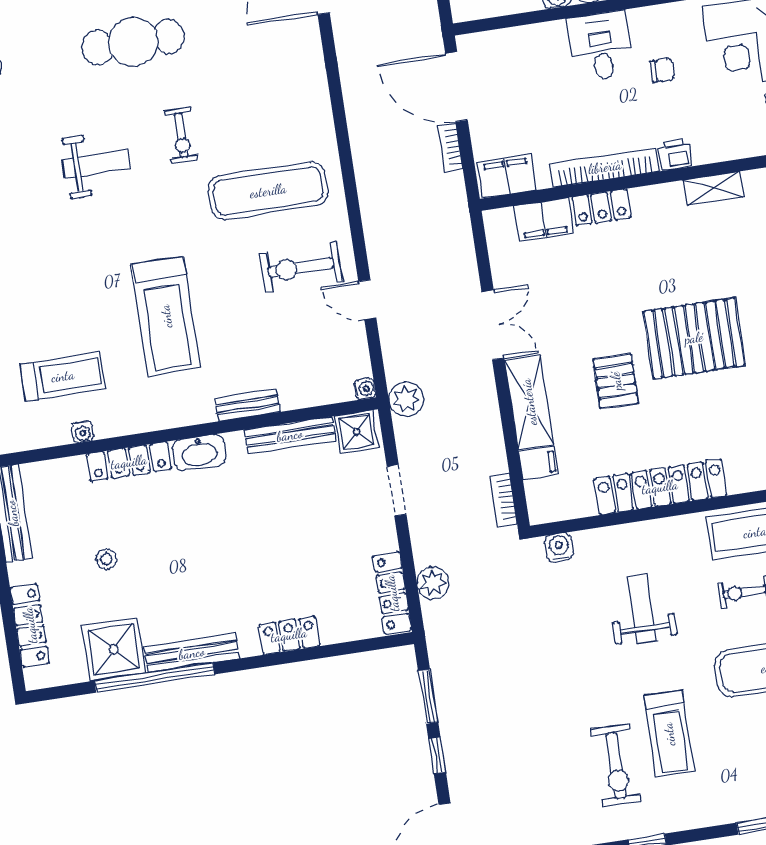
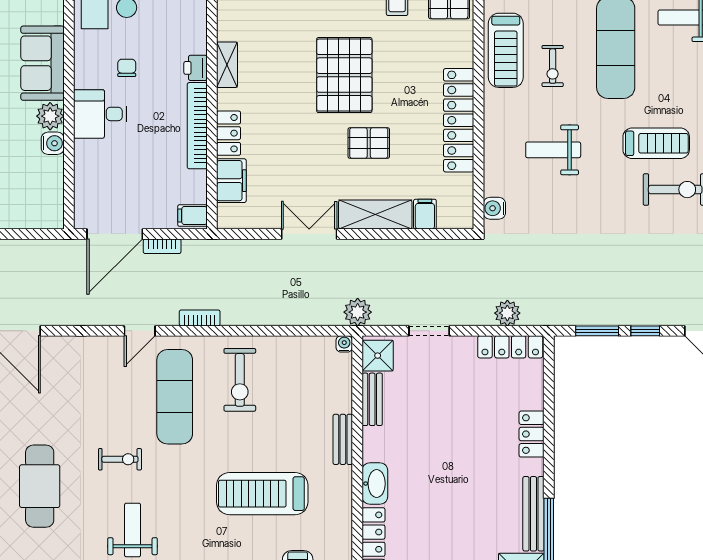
filing cabinet: (507, 176) -> (192, 216), width x0.50
shelving: (713, 188) -> (227, 65), moved
door: (367, 299) -> (140, 331), moved
treadmill: (166, 316) -> (262, 494), turned 180
bench: (290, 435) -> (372, 399), width x0.73
bookcase: (503, 500) -> (200, 318), moved, turned 180

